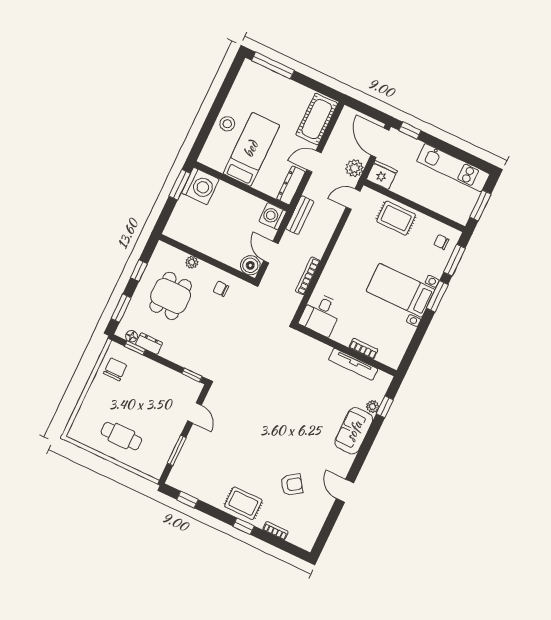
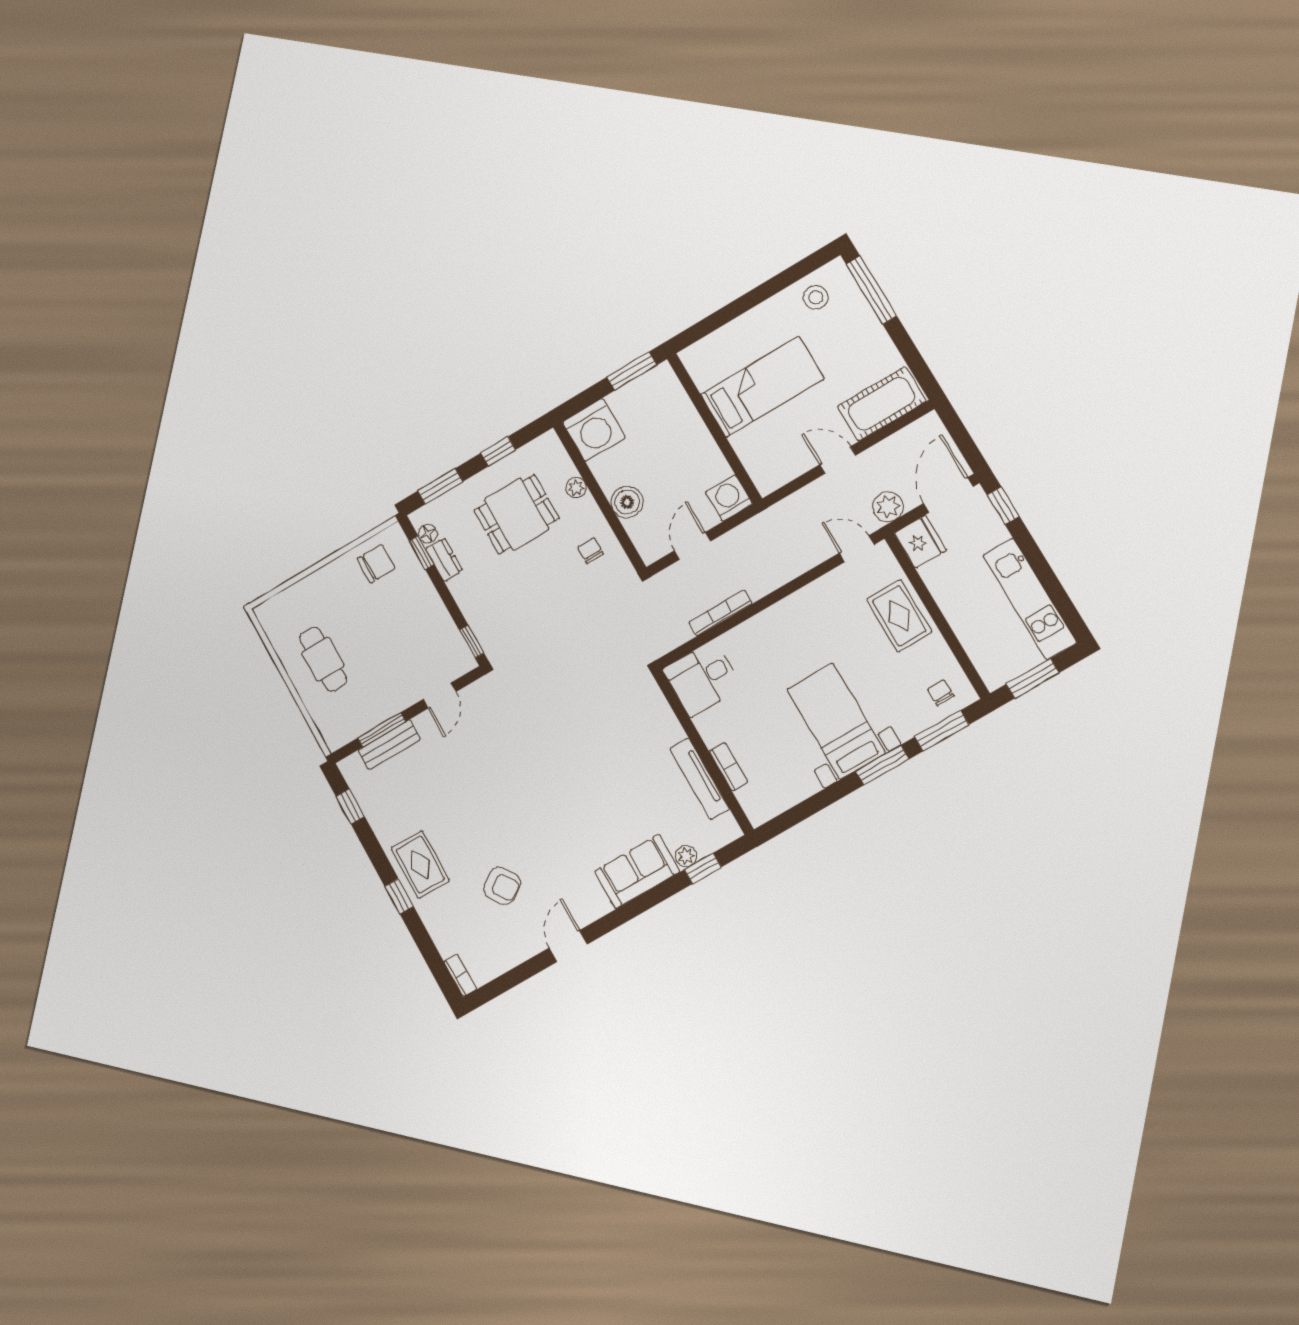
stool: (227, 124) -> (816, 297), moved
dresser: (291, 185) -> (783, 472), removed
washing machine: (200, 186) -> (594, 430), moved
bench: (300, 215) -> (389, 745), moved
boiler: (250, 265) -> (627, 502), moved
bookcase: (275, 531) -> (460, 975), moved

